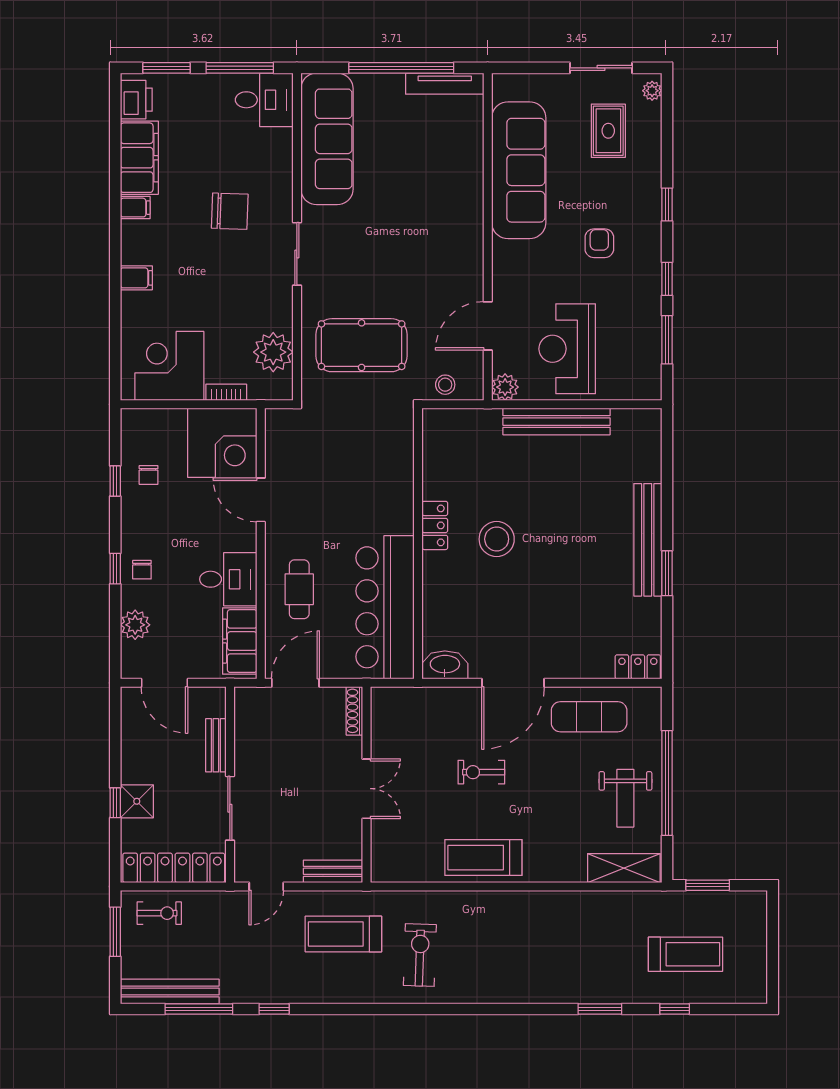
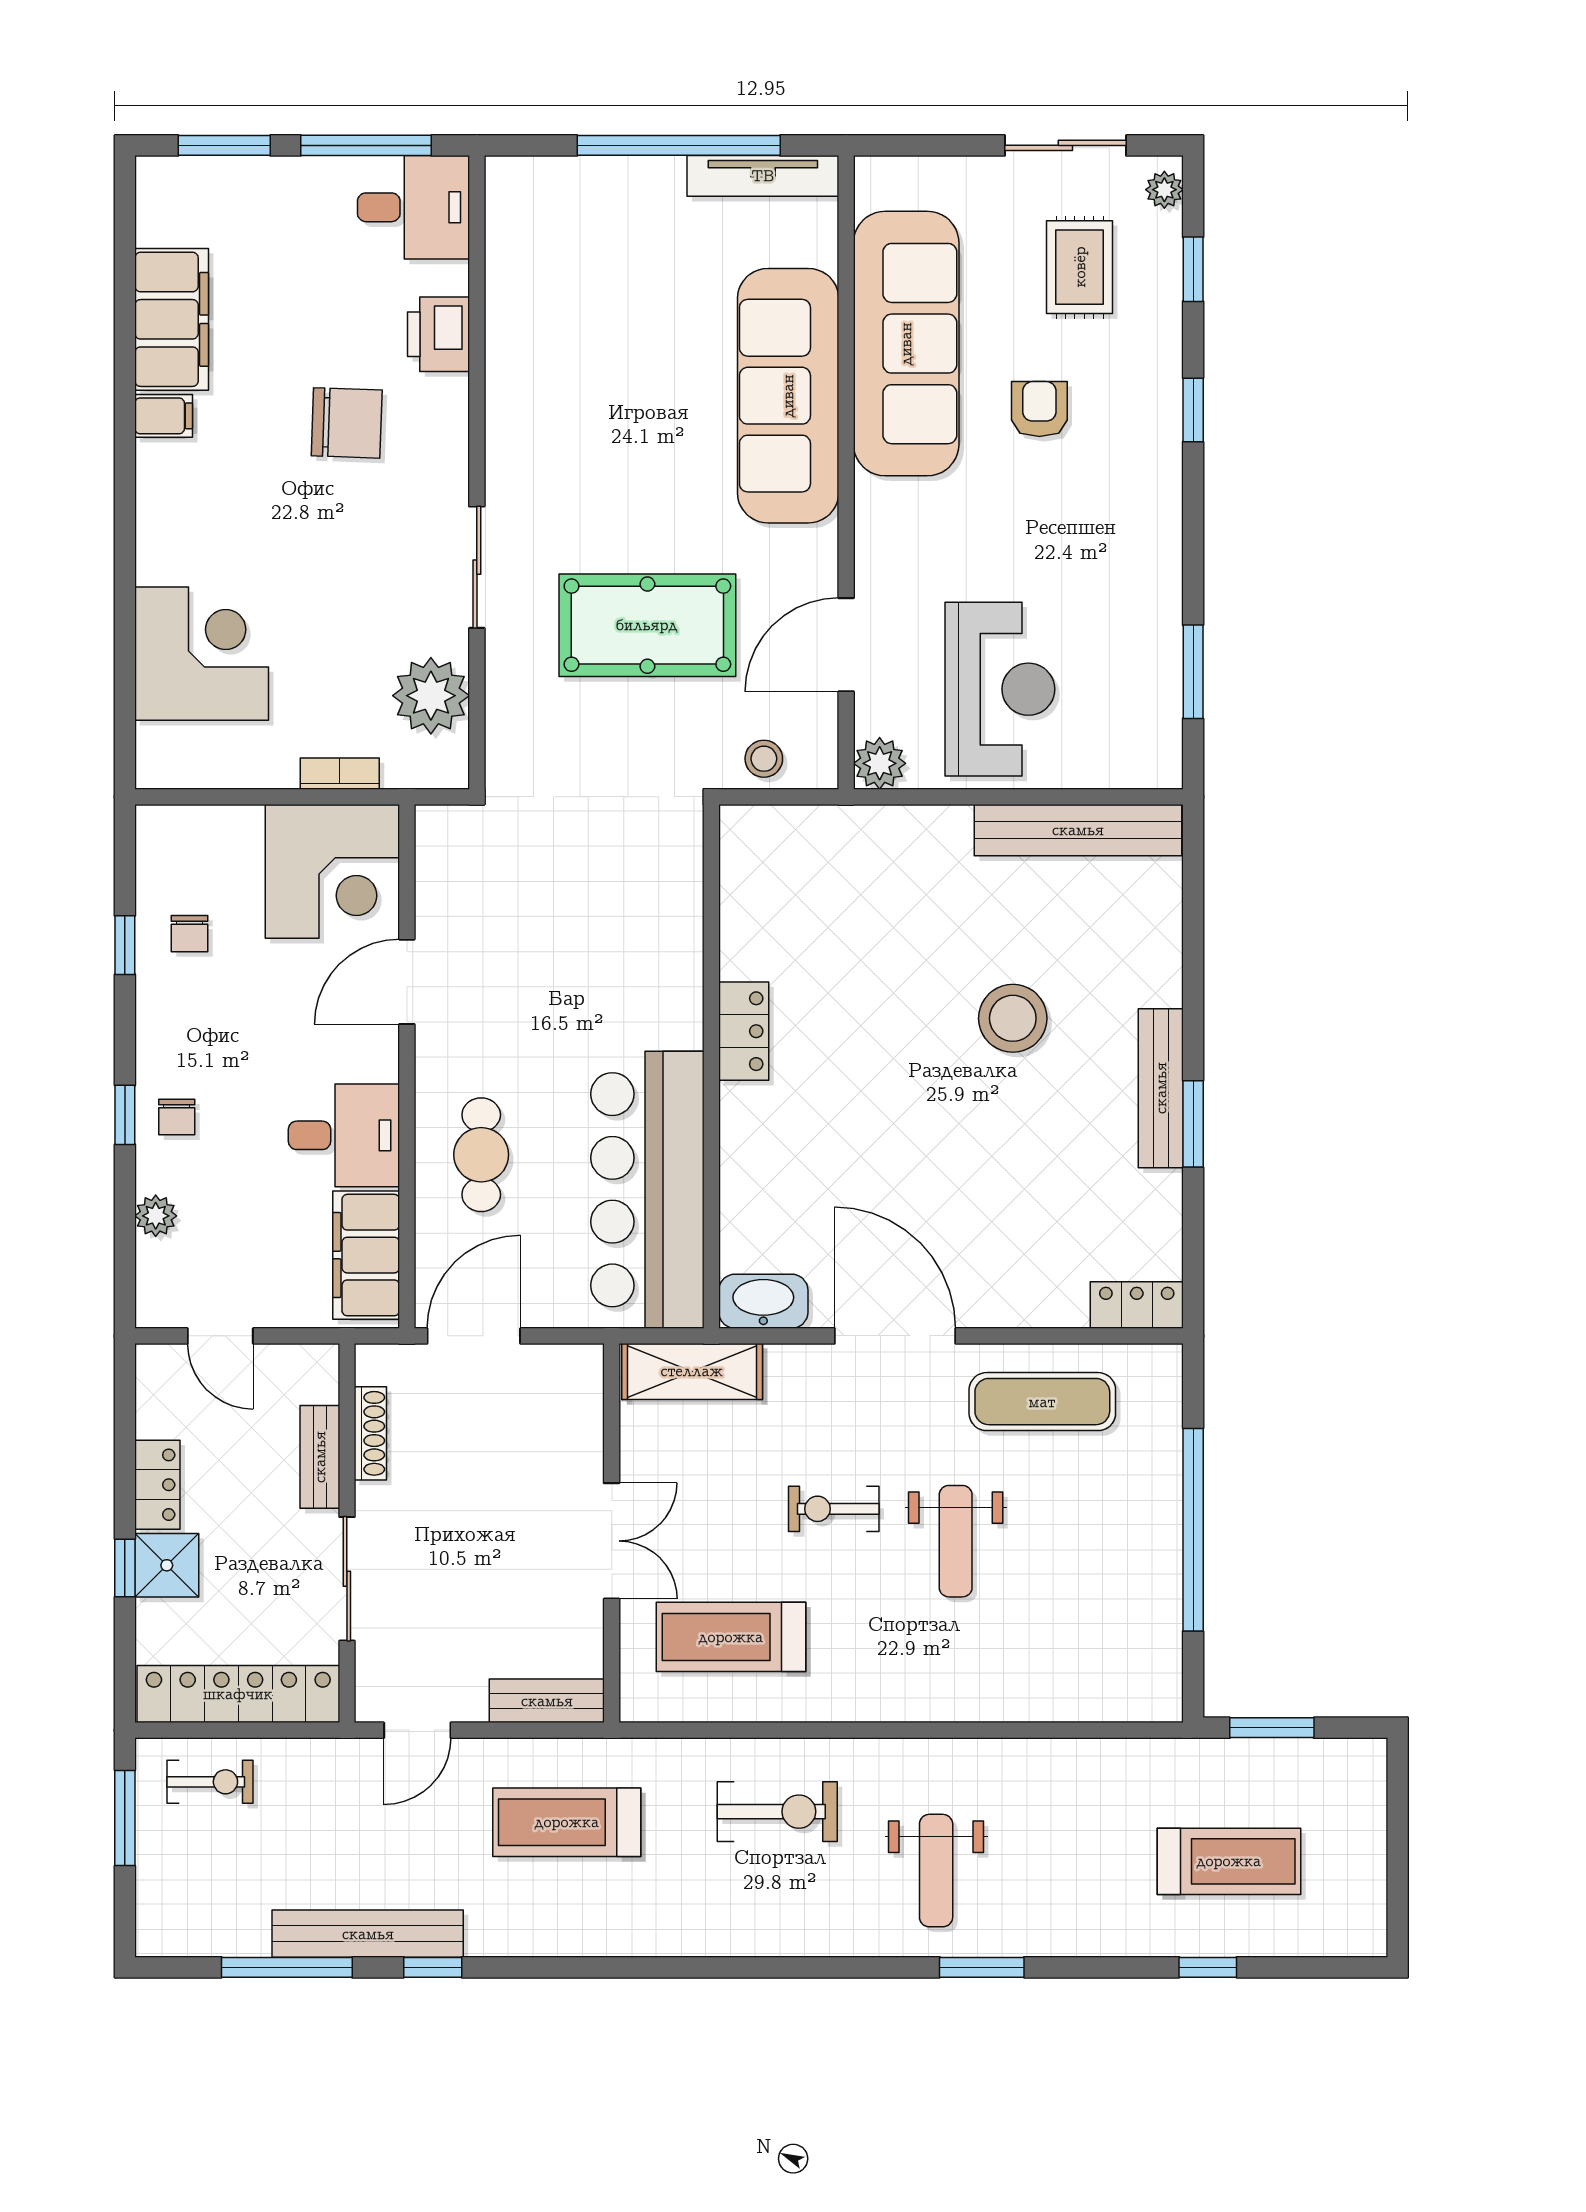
printer: (136, 100) -> (438, 334), moved, turned 180
sofa: (327, 139) -> (788, 396), moved, turned 180
armchair: (599, 243) -> (1039, 409), moved
sliding door: (297, 254) -> (477, 567), moved
filing cabinet: (136, 278) -> (166, 552), removed
window: (667, 279) -> (1193, 269), moved
pool table: (362, 345) -> (647, 625), moved
reception desk: (567, 349) -> (1000, 689), turned 180
corner desk: (169, 366) -> (202, 654), moved, turned 90
bench: (556, 422) -> (1078, 830), moved
door: (261, 500) -> (407, 982), hinge flipped
stool: (497, 539) -> (1013, 1018), moved
bench: (648, 540) -> (1161, 1088), width x0.73, depth x0.82
plant: (135, 625) -> (156, 1216), width x0.73, depth x0.73
door: (164, 683) -> (220, 1336), width x0.73
door: (513, 683) -> (895, 1336), swing flipped
shoe rack: (354, 711) -> (370, 1433), moved, turned 180
locker: (132, 760) -> (157, 1485), added
weight bench: (625, 798) -> (956, 1541), moved
treadmill: (483, 858) -> (731, 1637), moved
shelving: (624, 868) -> (692, 1371), moved
exercise bike: (420, 955) -> (777, 1812), moved, turned 88
weight bench: (534, 959) -> (936, 1871), added
bench: (170, 992) -> (368, 1934), moved
window: (600, 1009) -> (982, 1967), moved

